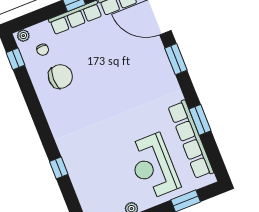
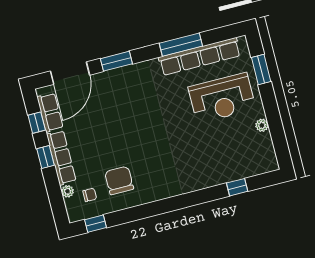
plant: (23, 36) -> (67, 191), moved
window: (200, 120) -> (181, 45), width x1.44
window: (59, 168) -> (237, 187), moved

